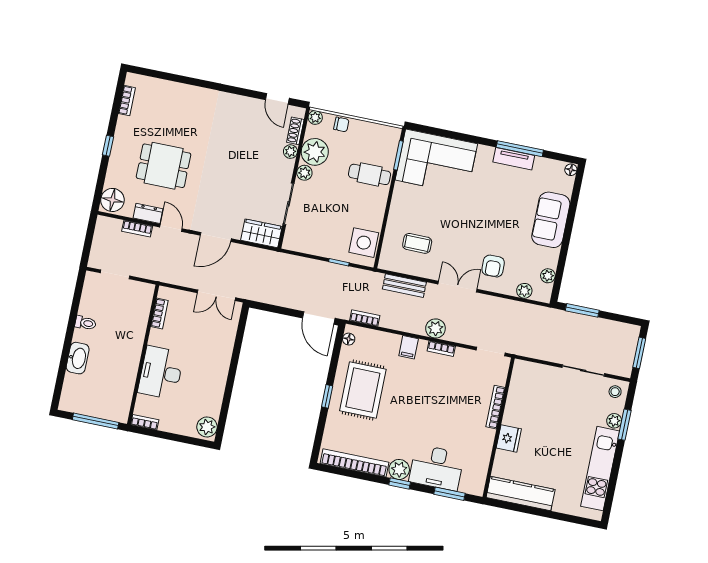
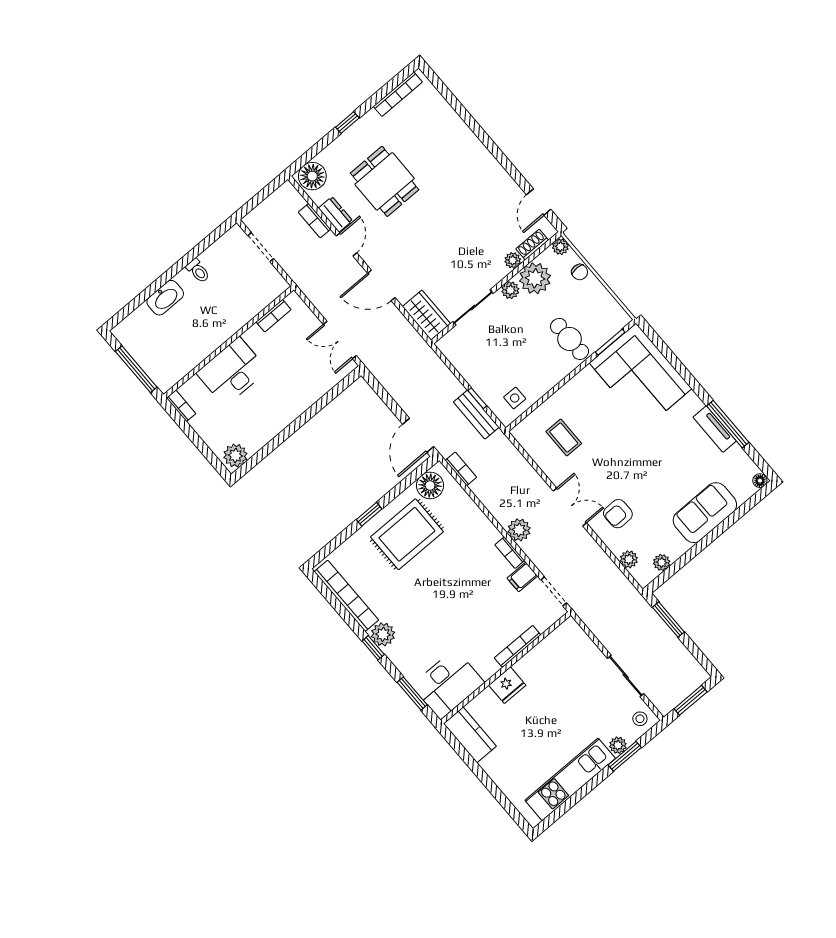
bookcase: (127, 101) -> (398, 94), width x1.56
side table: (364, 243) -> (515, 398), width x0.54, depth x0.54
bench: (404, 286) -> (476, 415), moved
floor lamp: (349, 339) -> (430, 486), width x1.89, depth x1.89
filing cabinet: (409, 347) -> (522, 577), moved
desk: (437, 468) -> (448, 684), moved, turned -90
kitchen counter: (521, 494) -> (470, 735), width x0.67

